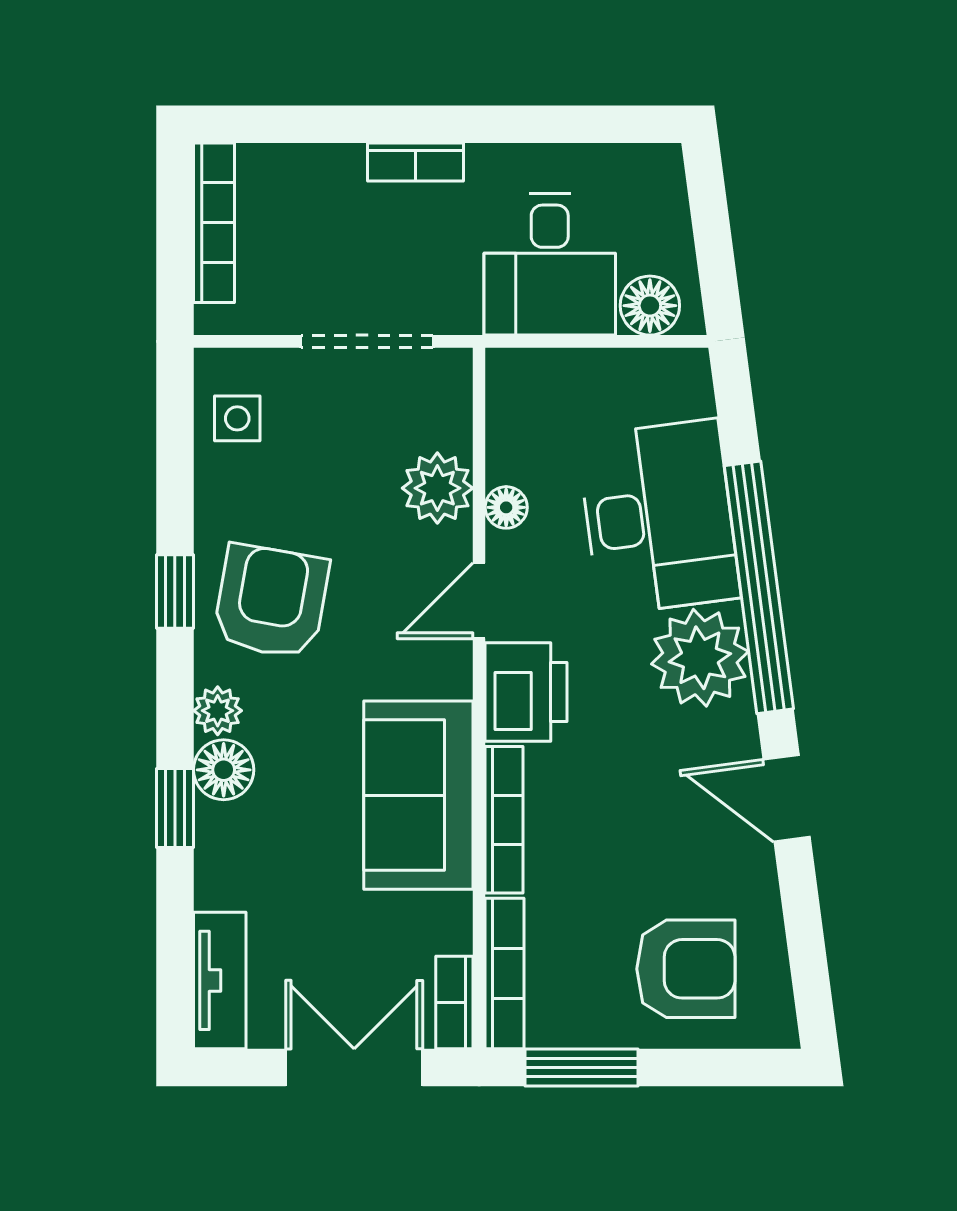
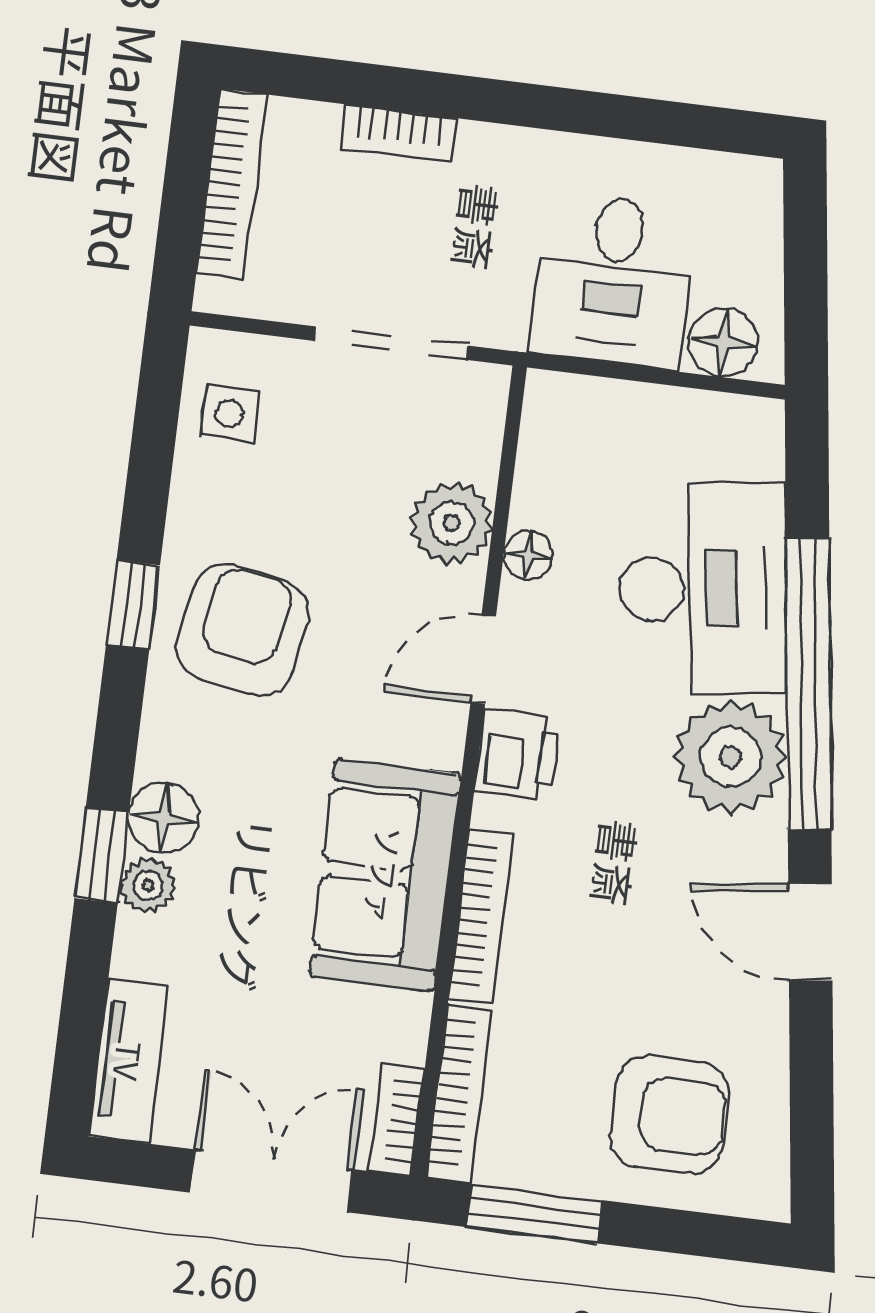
bookcase: (415, 162) -> (398, 133), moved
printer: (526, 692) -> (517, 755), width x0.73, depth x0.81
plant: (218, 711) -> (148, 885), moved

